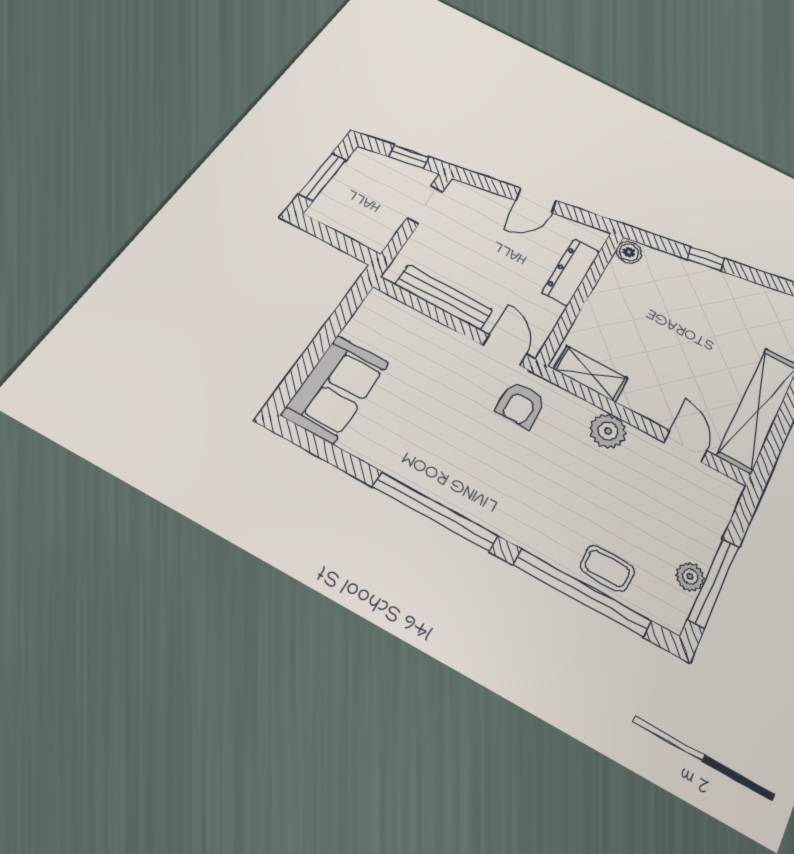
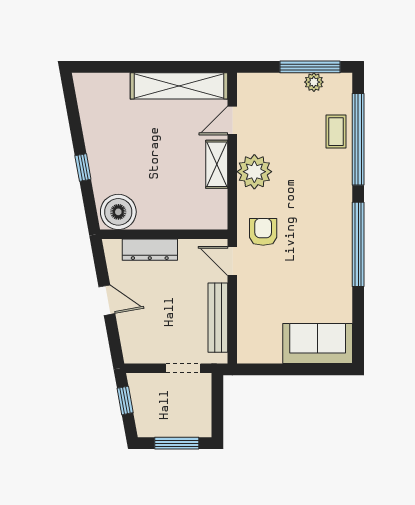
doorway: (425, 205) -> (183, 368), moved
boiler: (629, 252) -> (118, 212), width x1.86, depth x1.86
door: (504, 350) -> (232, 261), hinge flipped
shelving: (591, 374) -> (217, 164), moved
armchair: (521, 404) -> (263, 232), turned -90
plant: (608, 431) -> (254, 172), width x1.36, depth x1.36

